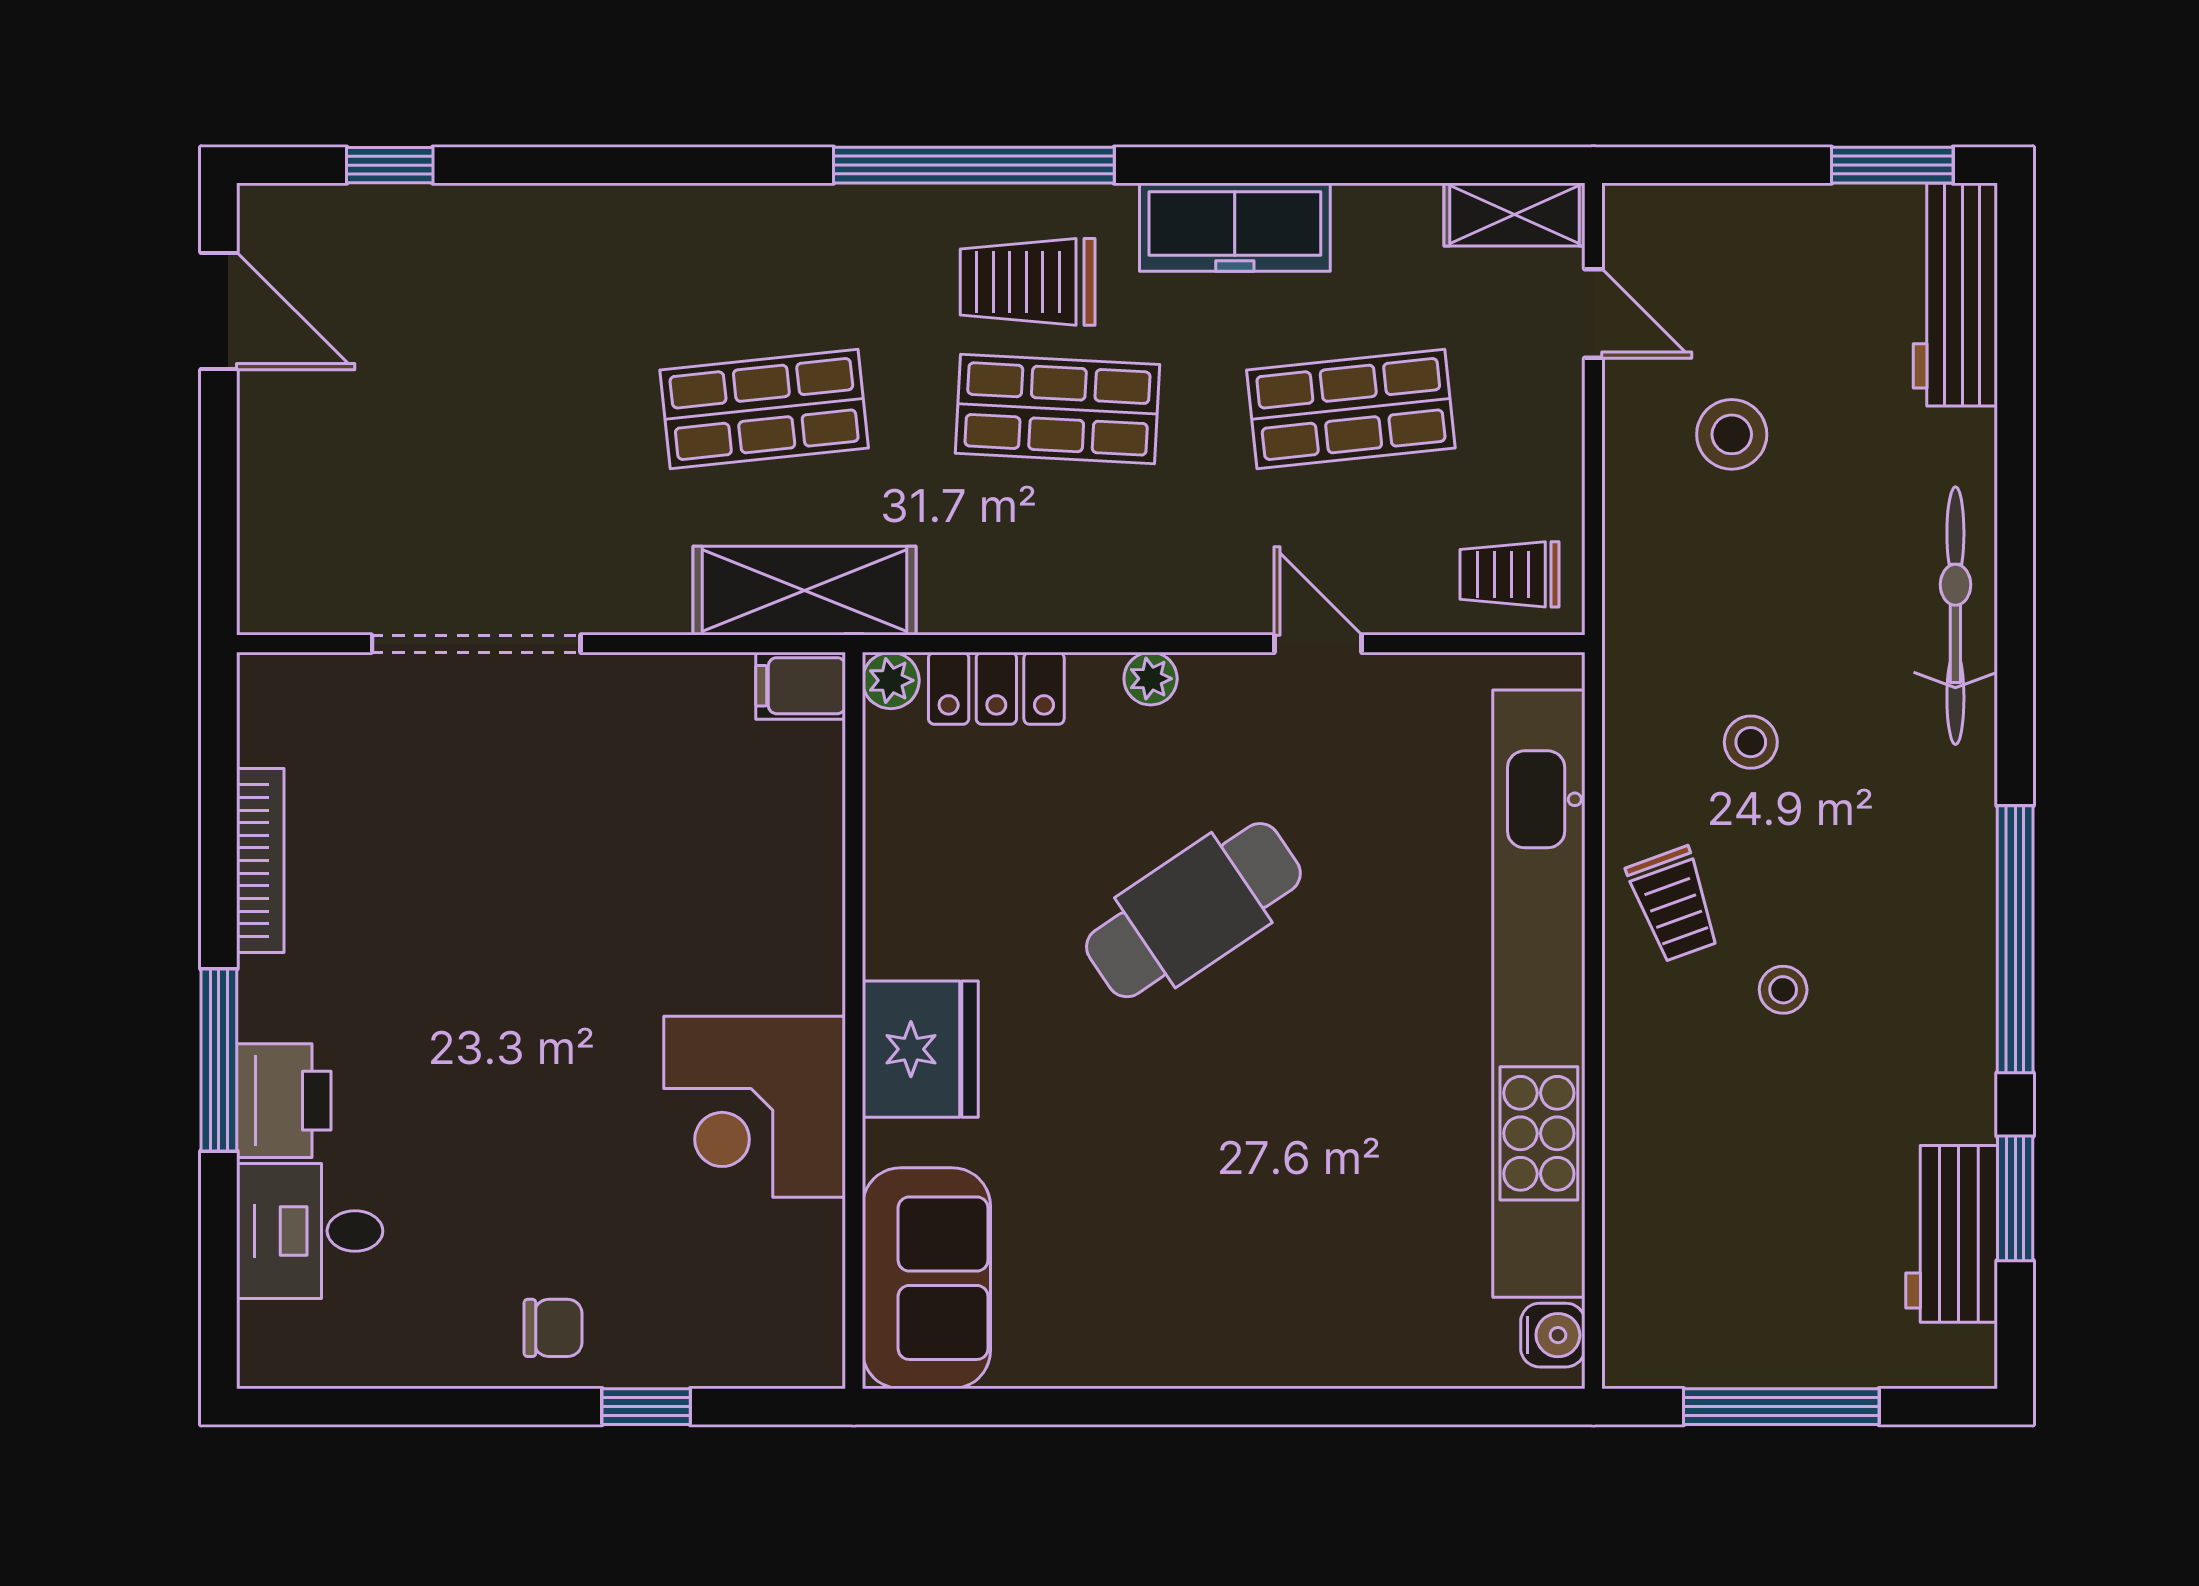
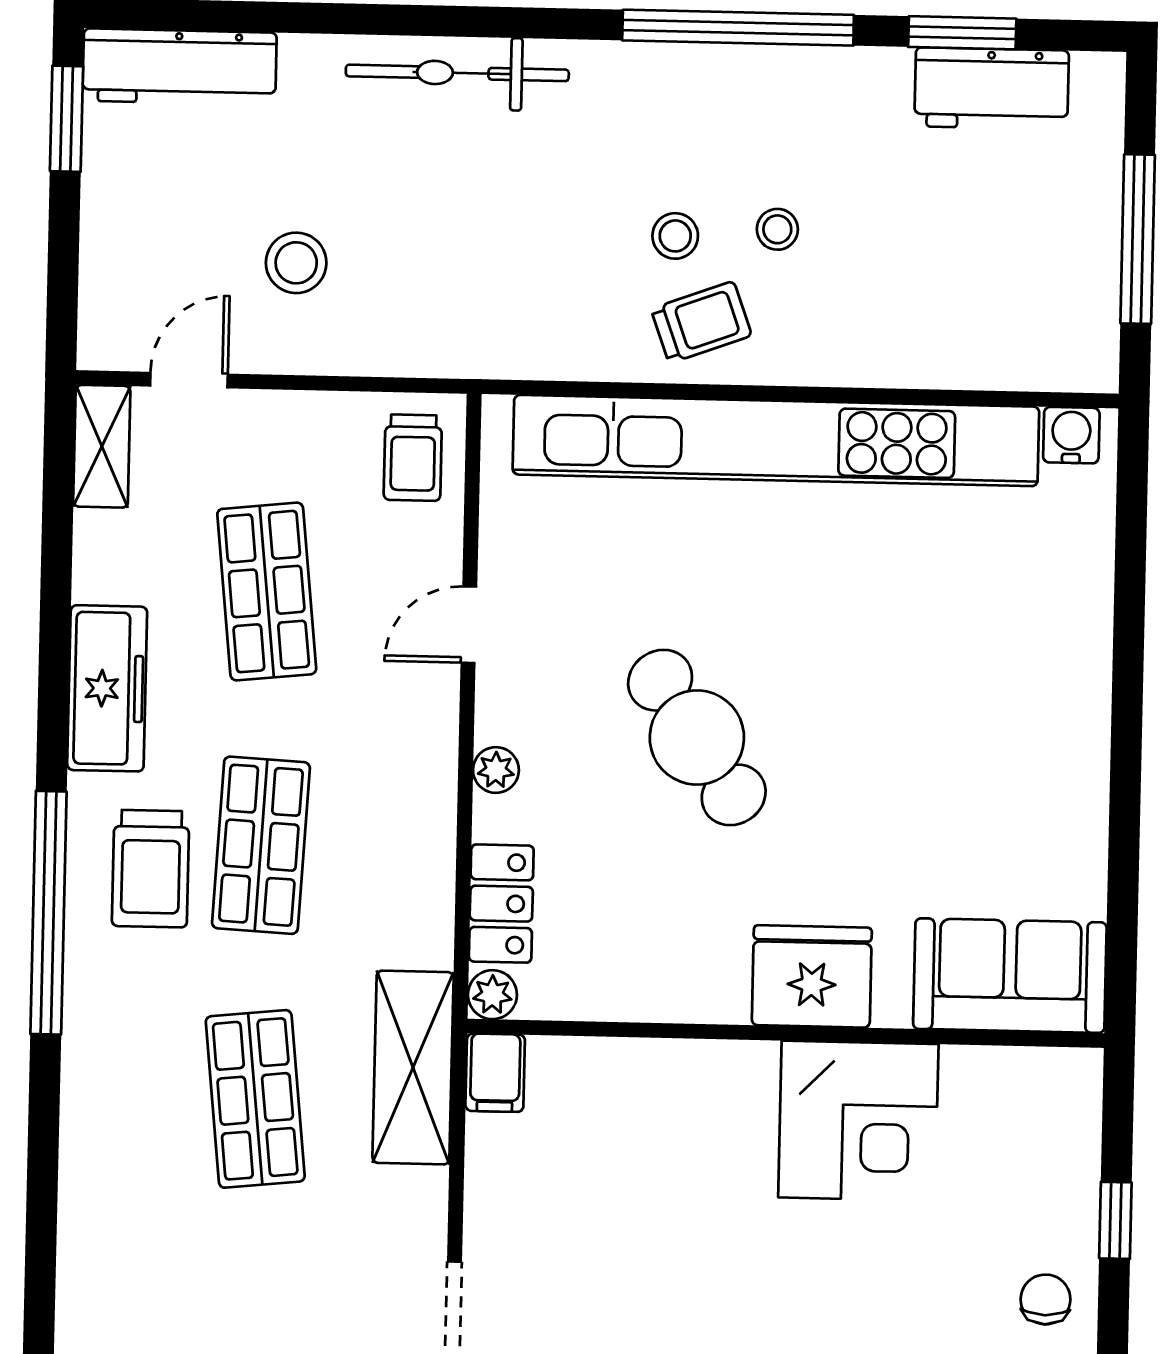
stool: (1751, 742) -> (675, 236), moved

